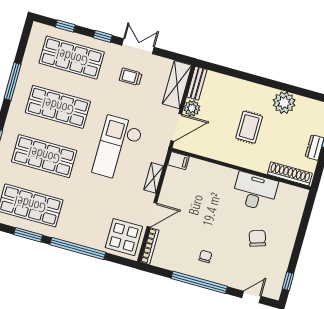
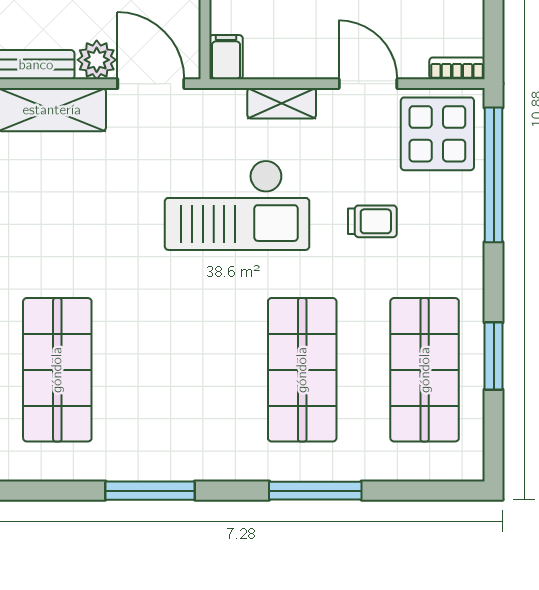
trolley: (131, 77) -> (372, 221), moved, turned -90
shop shelf: (58, 107) -> (180, 370), removed
bookcase: (150, 246) -> (457, 68), width x0.64
window: (78, 249) -> (494, 175), moved

